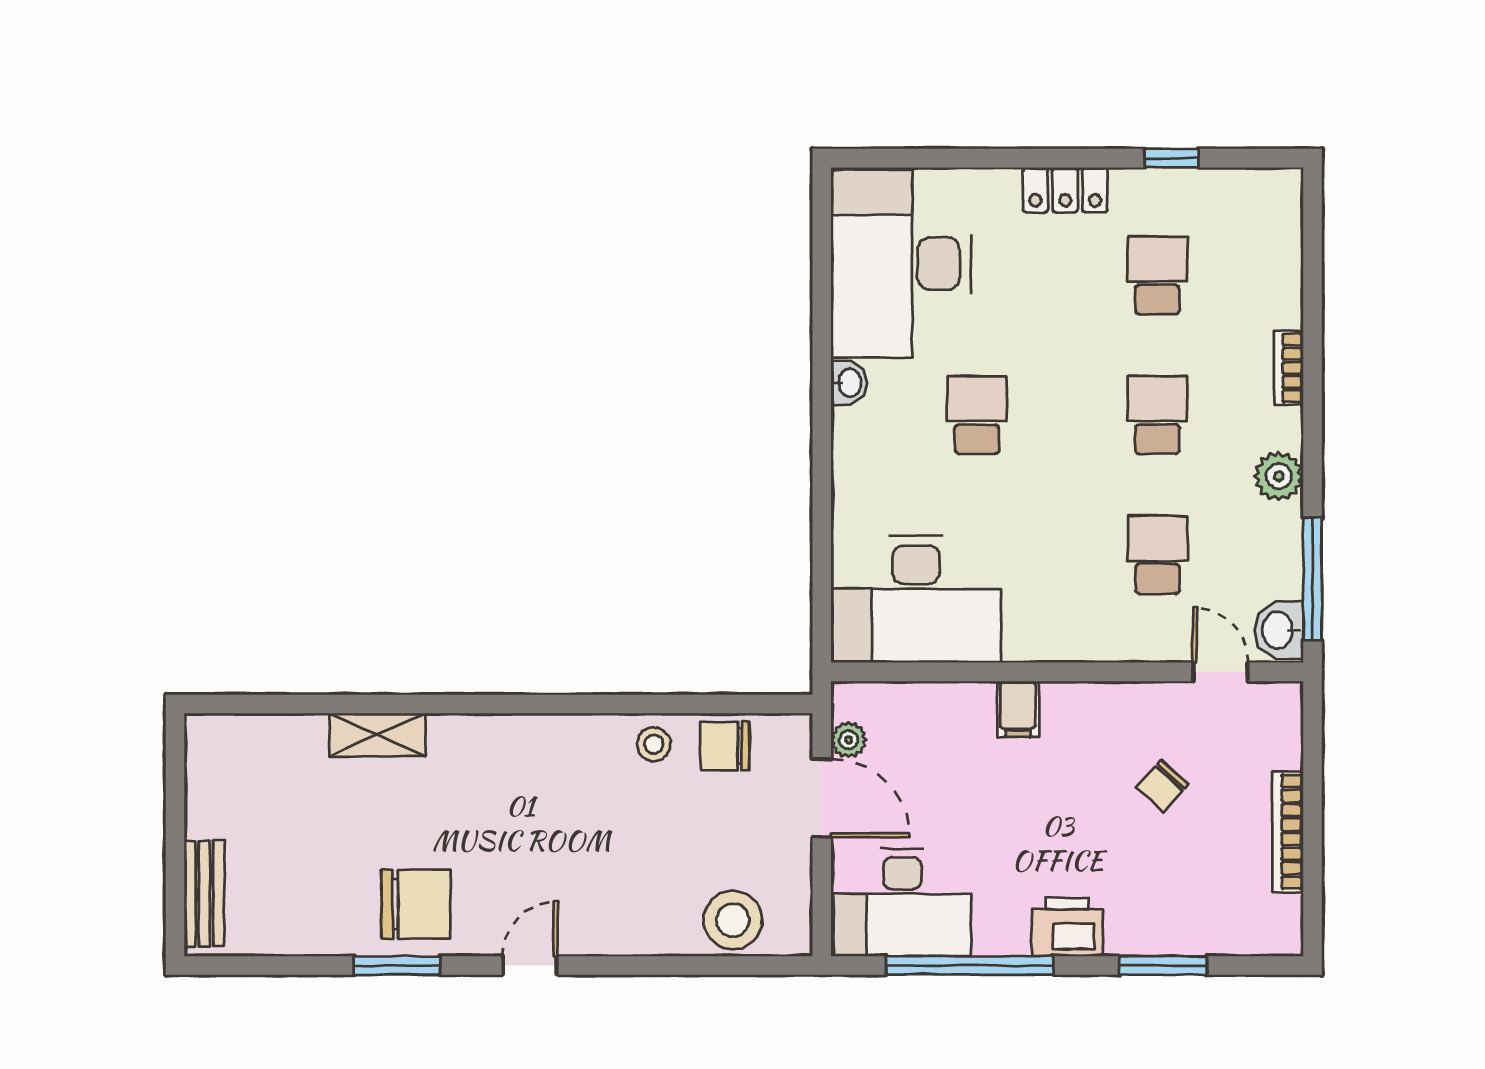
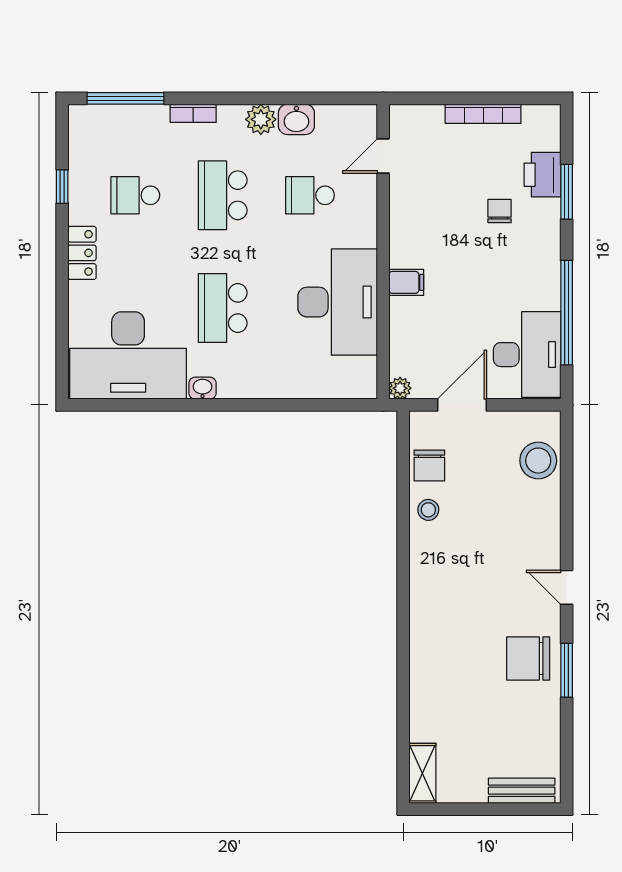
school desk: (977, 415) -> (223, 308), width x1.85
school desk: (1157, 415) -> (223, 195), width x1.85
window: (1313, 579) -> (125, 98), moved
desk: (916, 599) -> (338, 302), moved
washbasin: (1279, 630) -> (296, 119), moved
shelving: (378, 735) -> (422, 773), moved
plant: (849, 740) -> (400, 388), moved
chair: (1163, 786) -> (500, 211), moved, turned -132
chair: (416, 904) -> (528, 659), turned -90
printer: (1067, 927) -> (542, 175), moved

